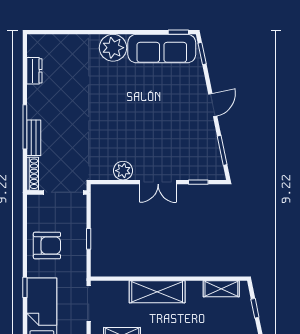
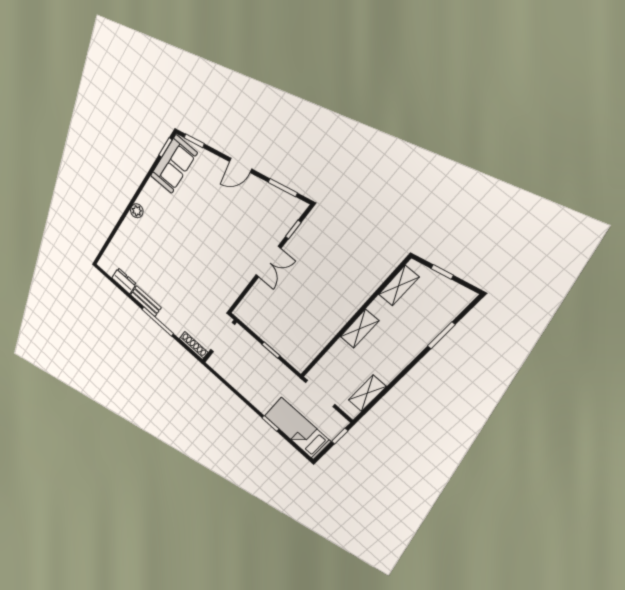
plant: (113, 48) -> (137, 211), width x0.53, depth x0.53
sofa: (162, 49) -> (174, 164), width x0.73
door: (213, 105) -> (240, 165), swing flipped
bench: (34, 138) -> (146, 301), moved
plant: (123, 171) -> (239, 281), removed
armchair: (47, 245) -> (252, 382), removed
shelving: (157, 292) -> (359, 329), width x0.67, depth x0.75

